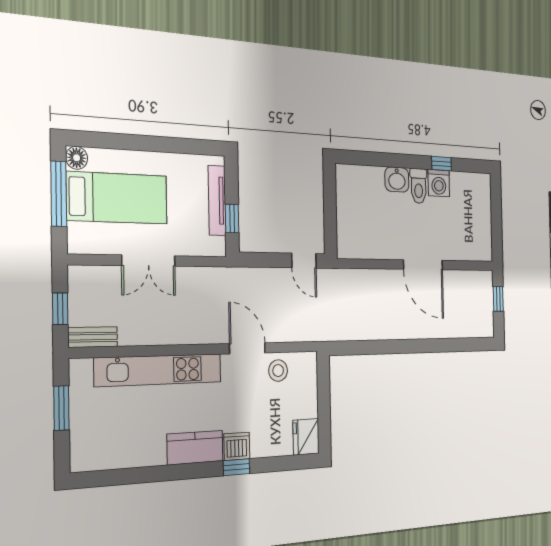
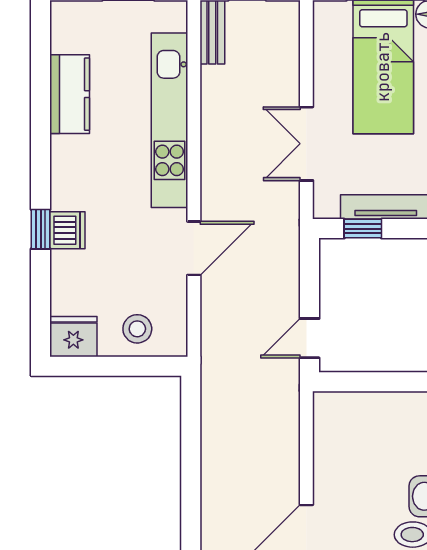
double door: (148, 261) -> (306, 144), moved
stool: (278, 371) -> (137, 329), moved
kitchen counter: (195, 448) -> (70, 94), moved

